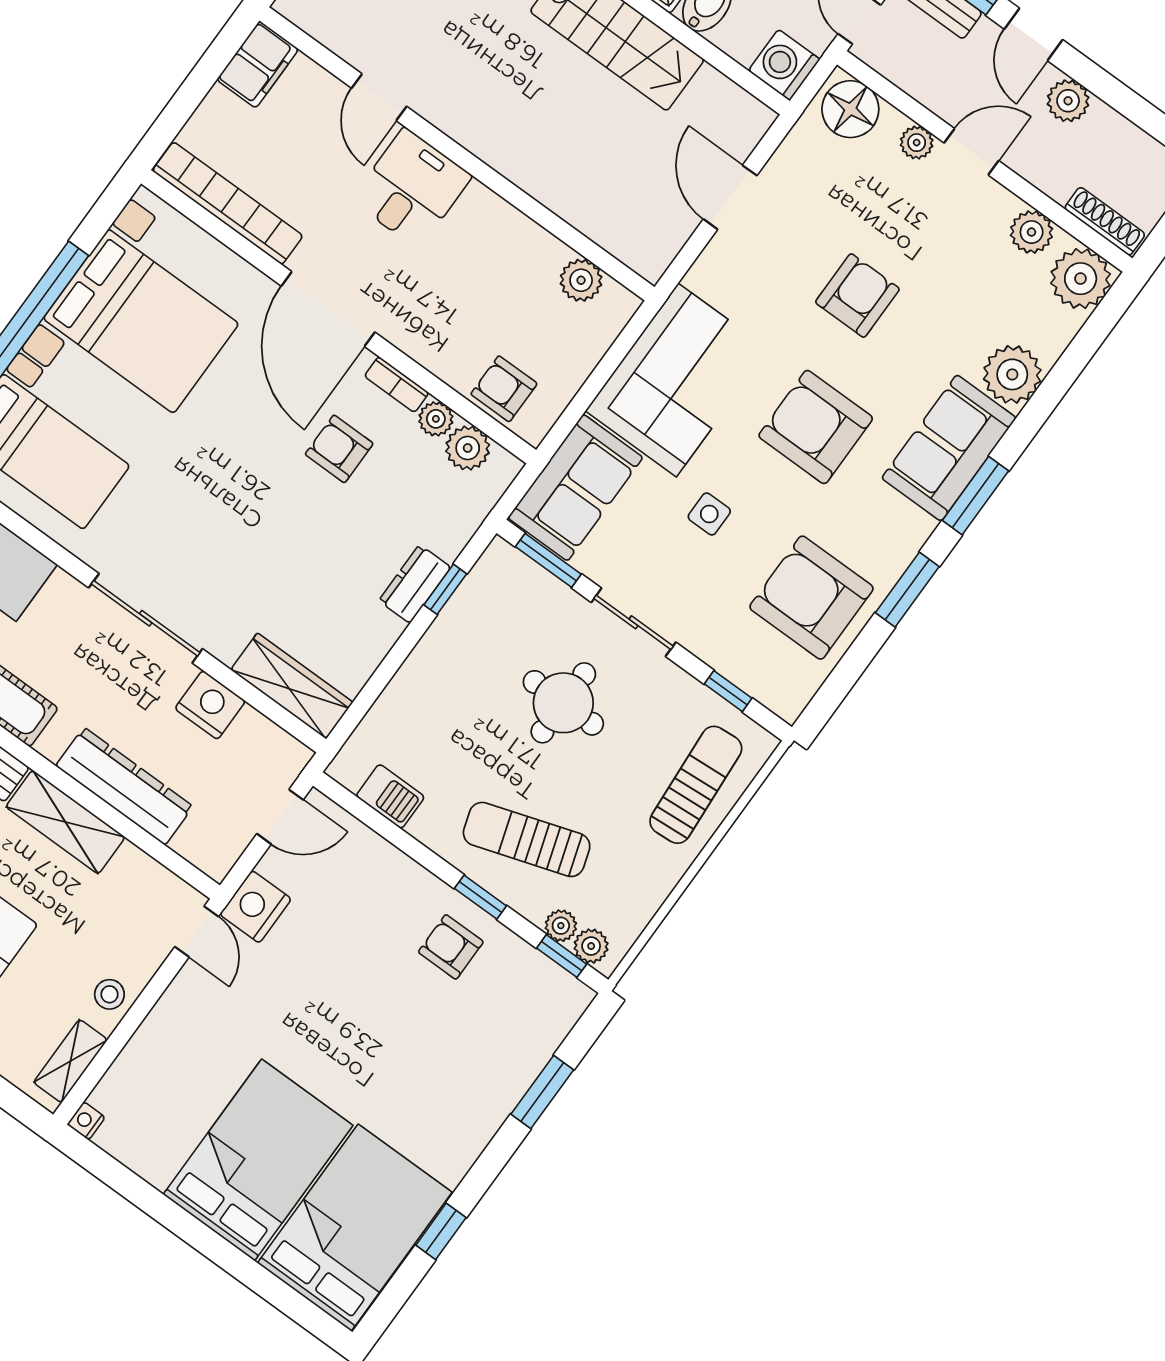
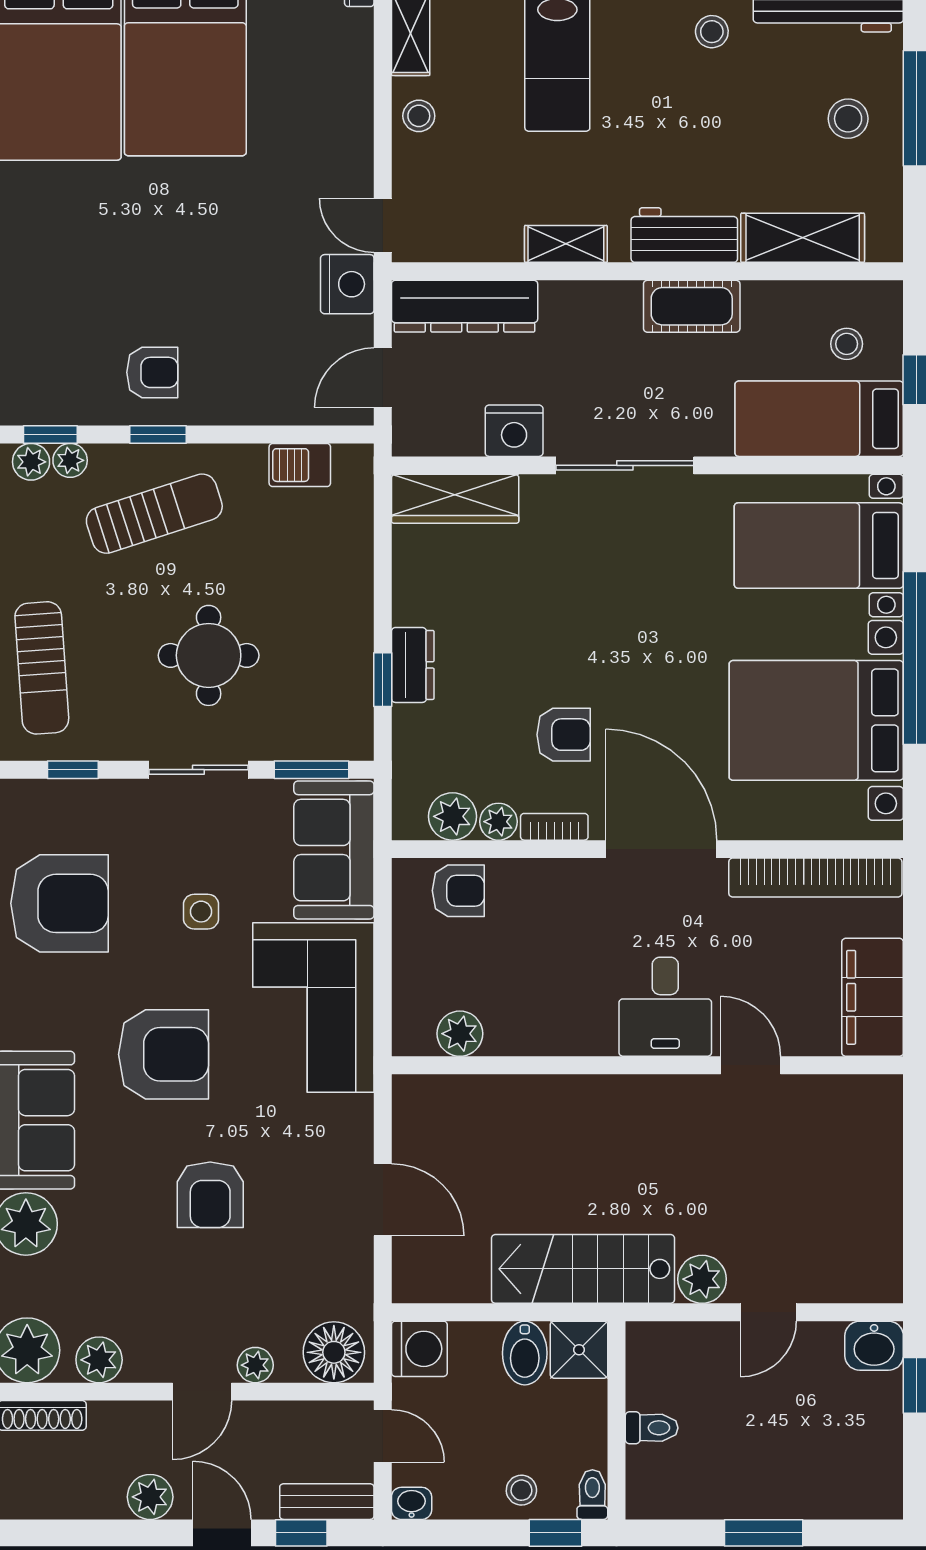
filing cabinet: (258, 64) -> (873, 997), width x1.50, depth x1.17
dresser: (124, 786) -> (465, 306), moved
shelving: (65, 822) -> (566, 244), width x0.67, depth x0.75

